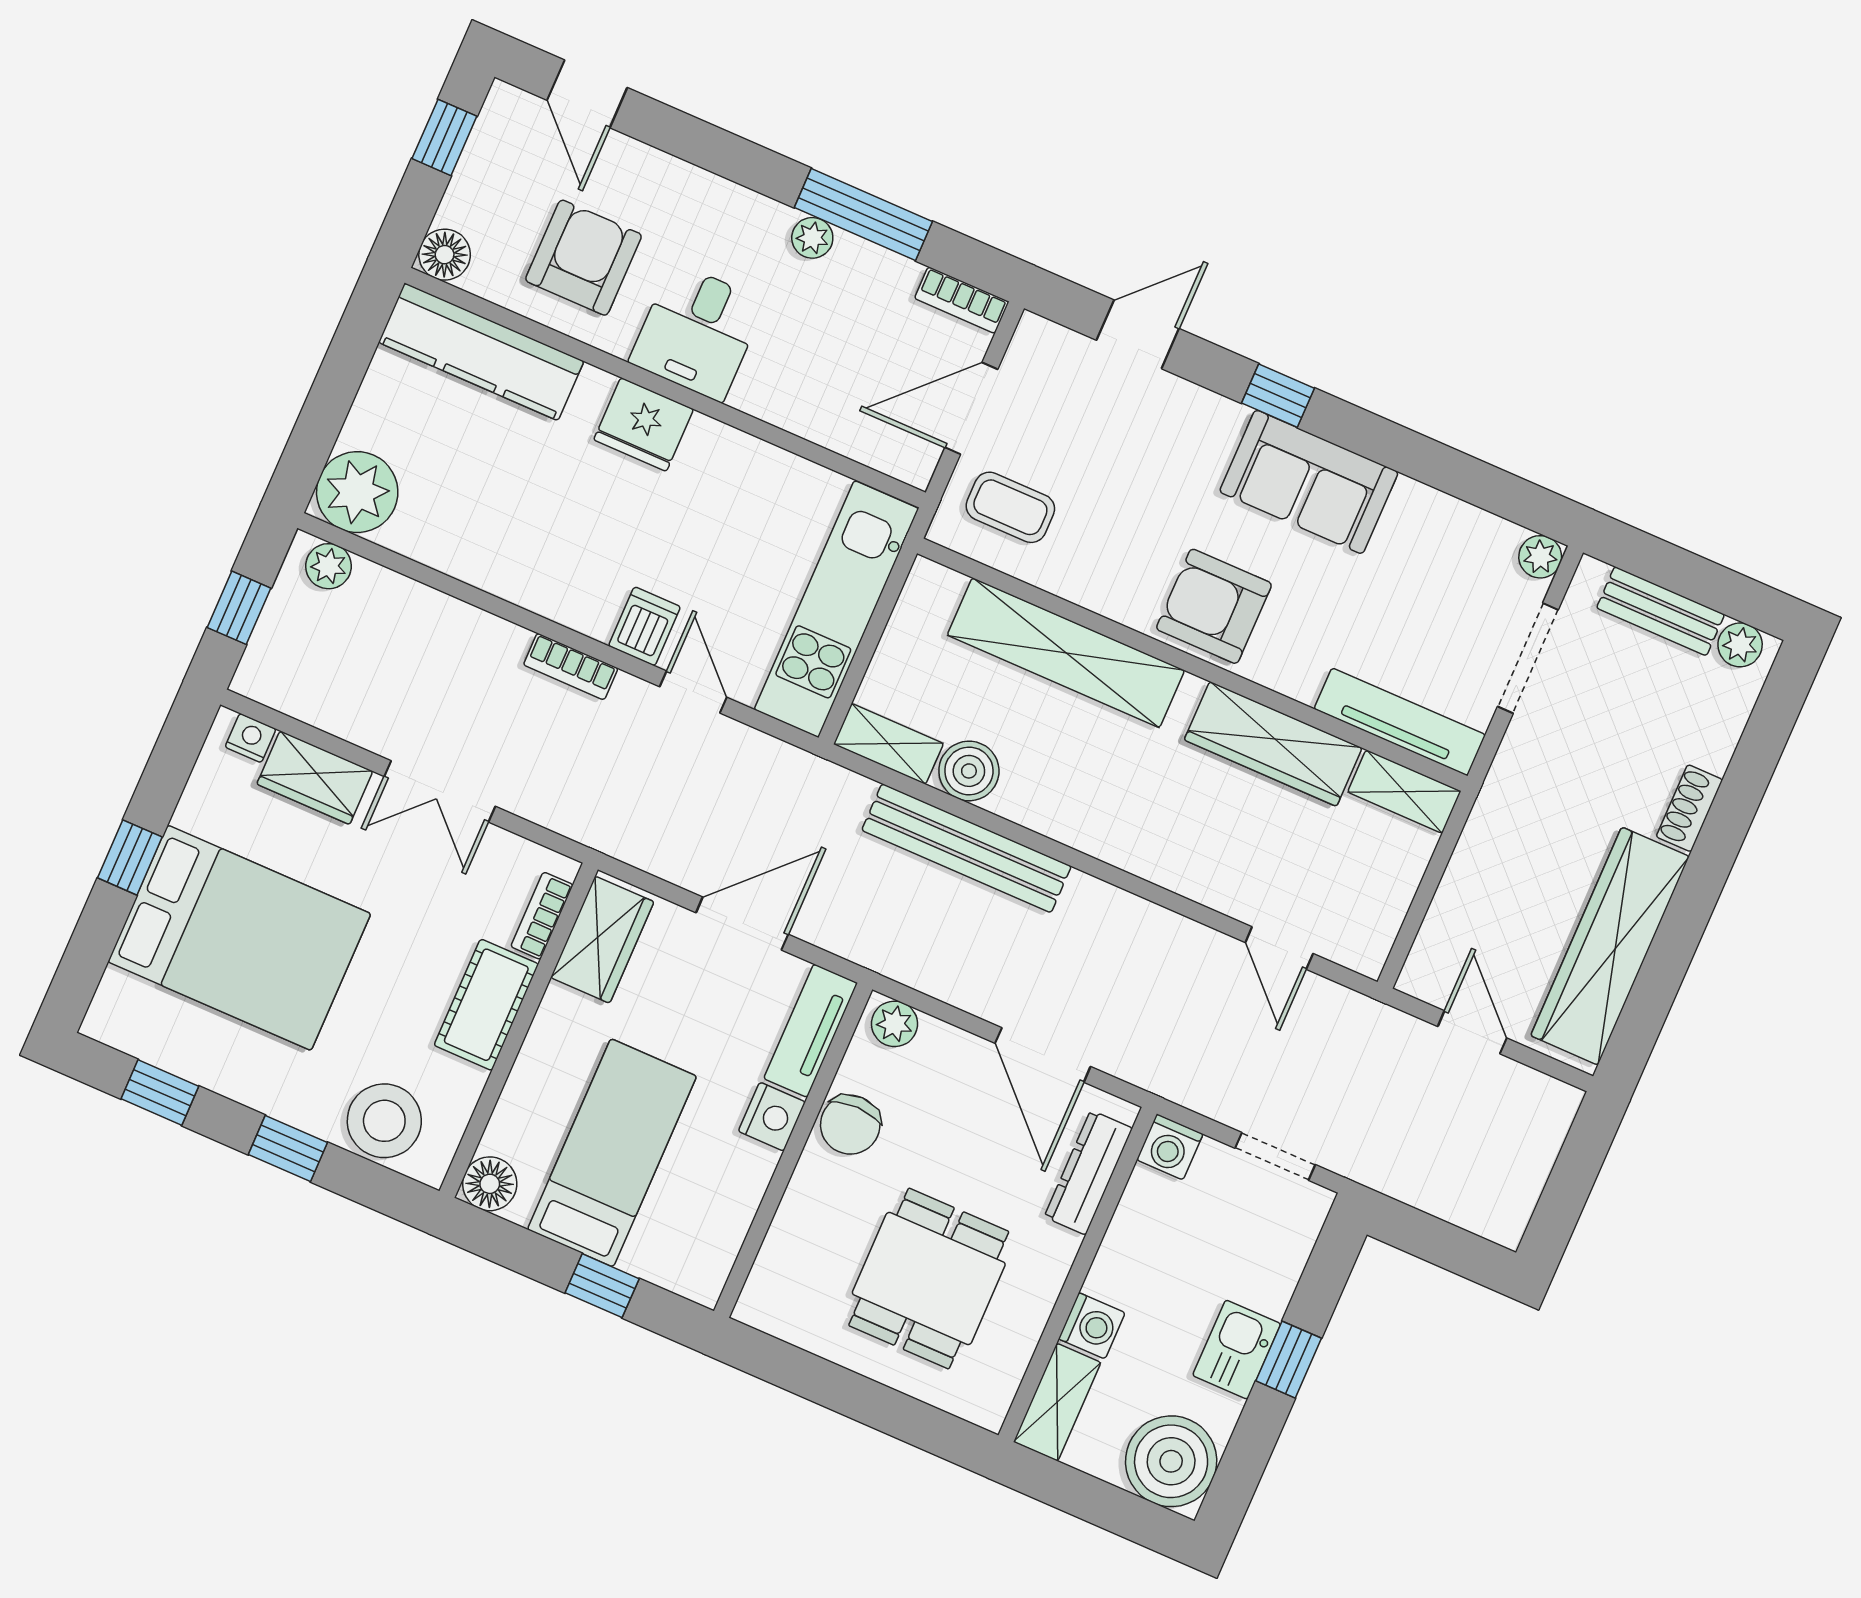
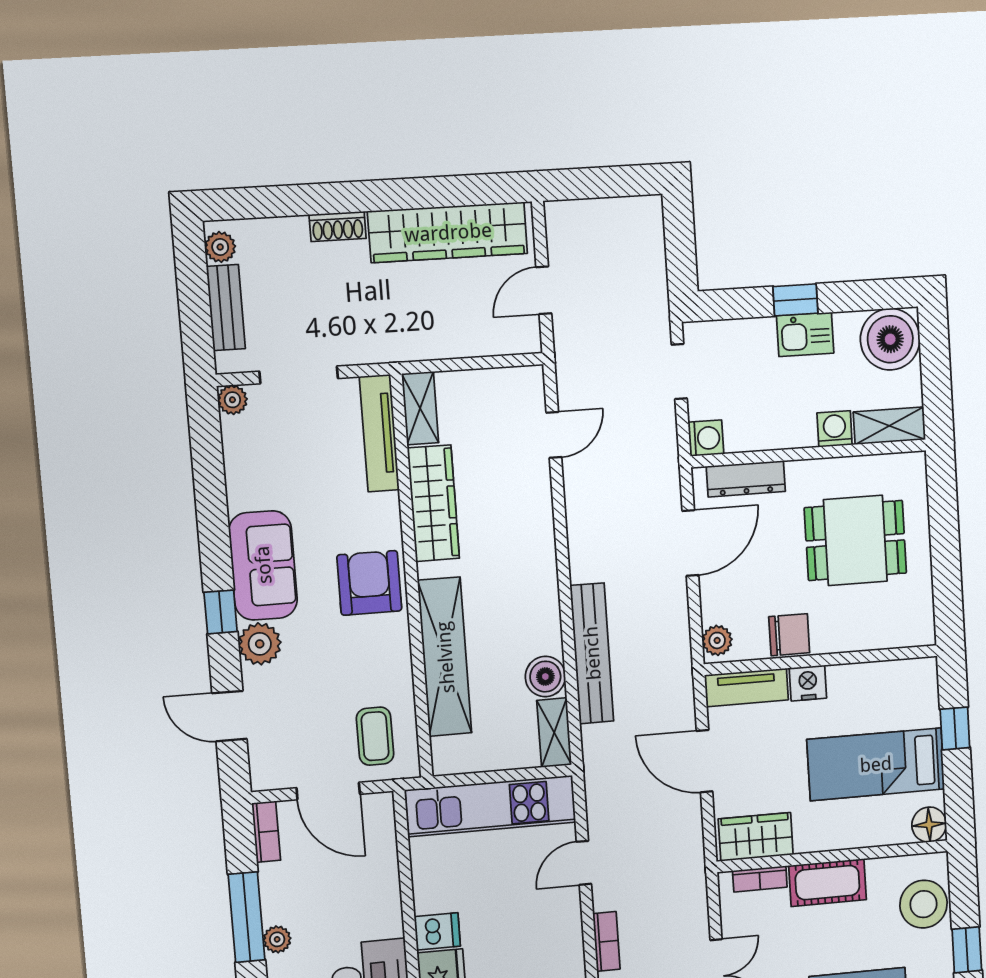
plant: (1210, 423) -> (260, 644), added
armchair: (1214, 606) -> (369, 583), turned 180
dishwasher: (645, 626) -> (437, 931), moved, turned 180

